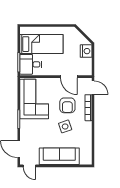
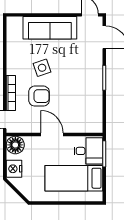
floor lamp: (85, 69) -> (15, 145), added
door: (69, 77) -> (52, 134), moved
corner sofa: (34, 99) -> (84, 104), removed
armchair: (67, 105) -> (39, 96), turned 90

